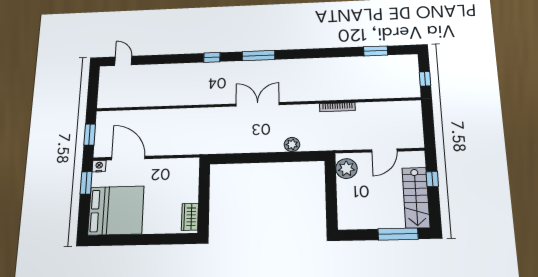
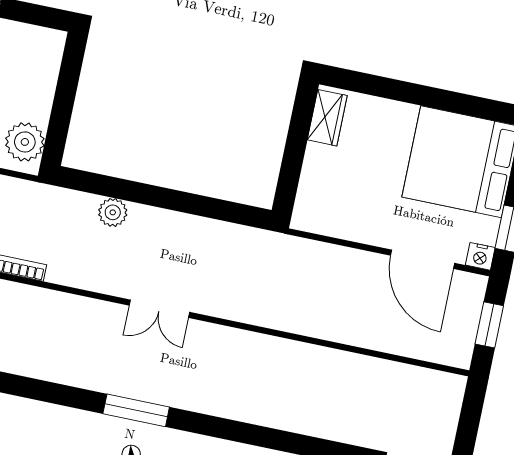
window: (212, 57) -> (227, 429), removed
double door: (258, 104) -> (159, 309), width x0.73

